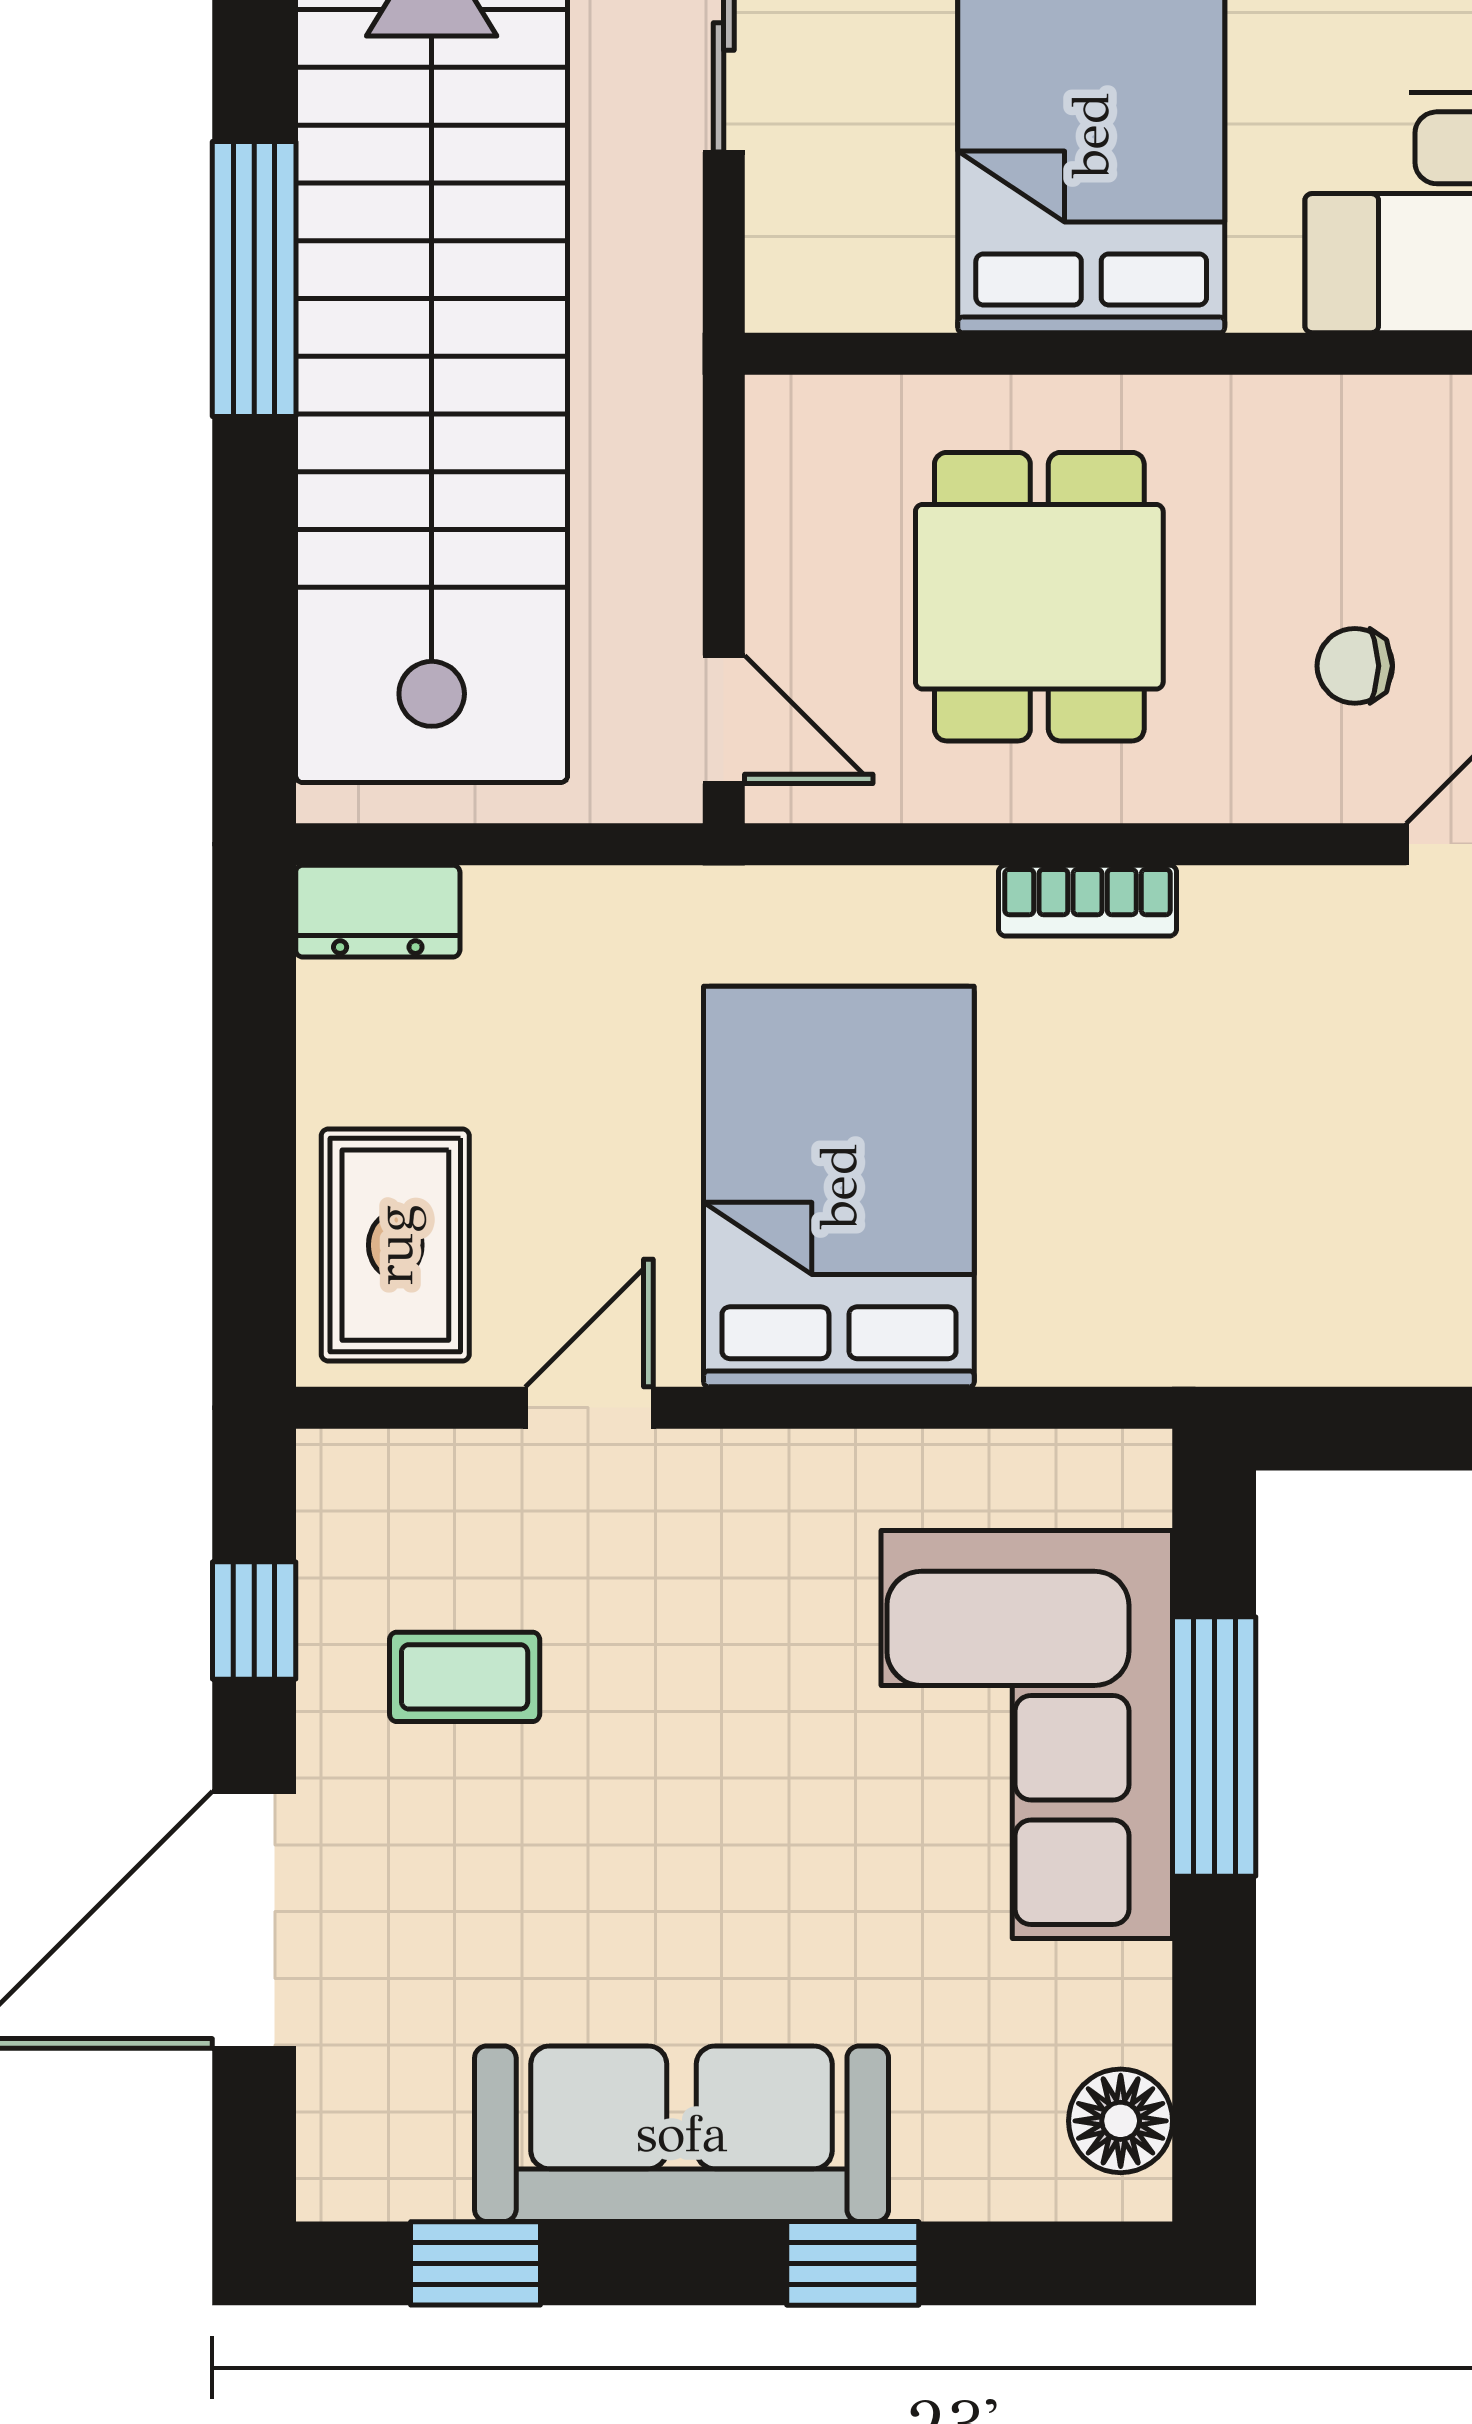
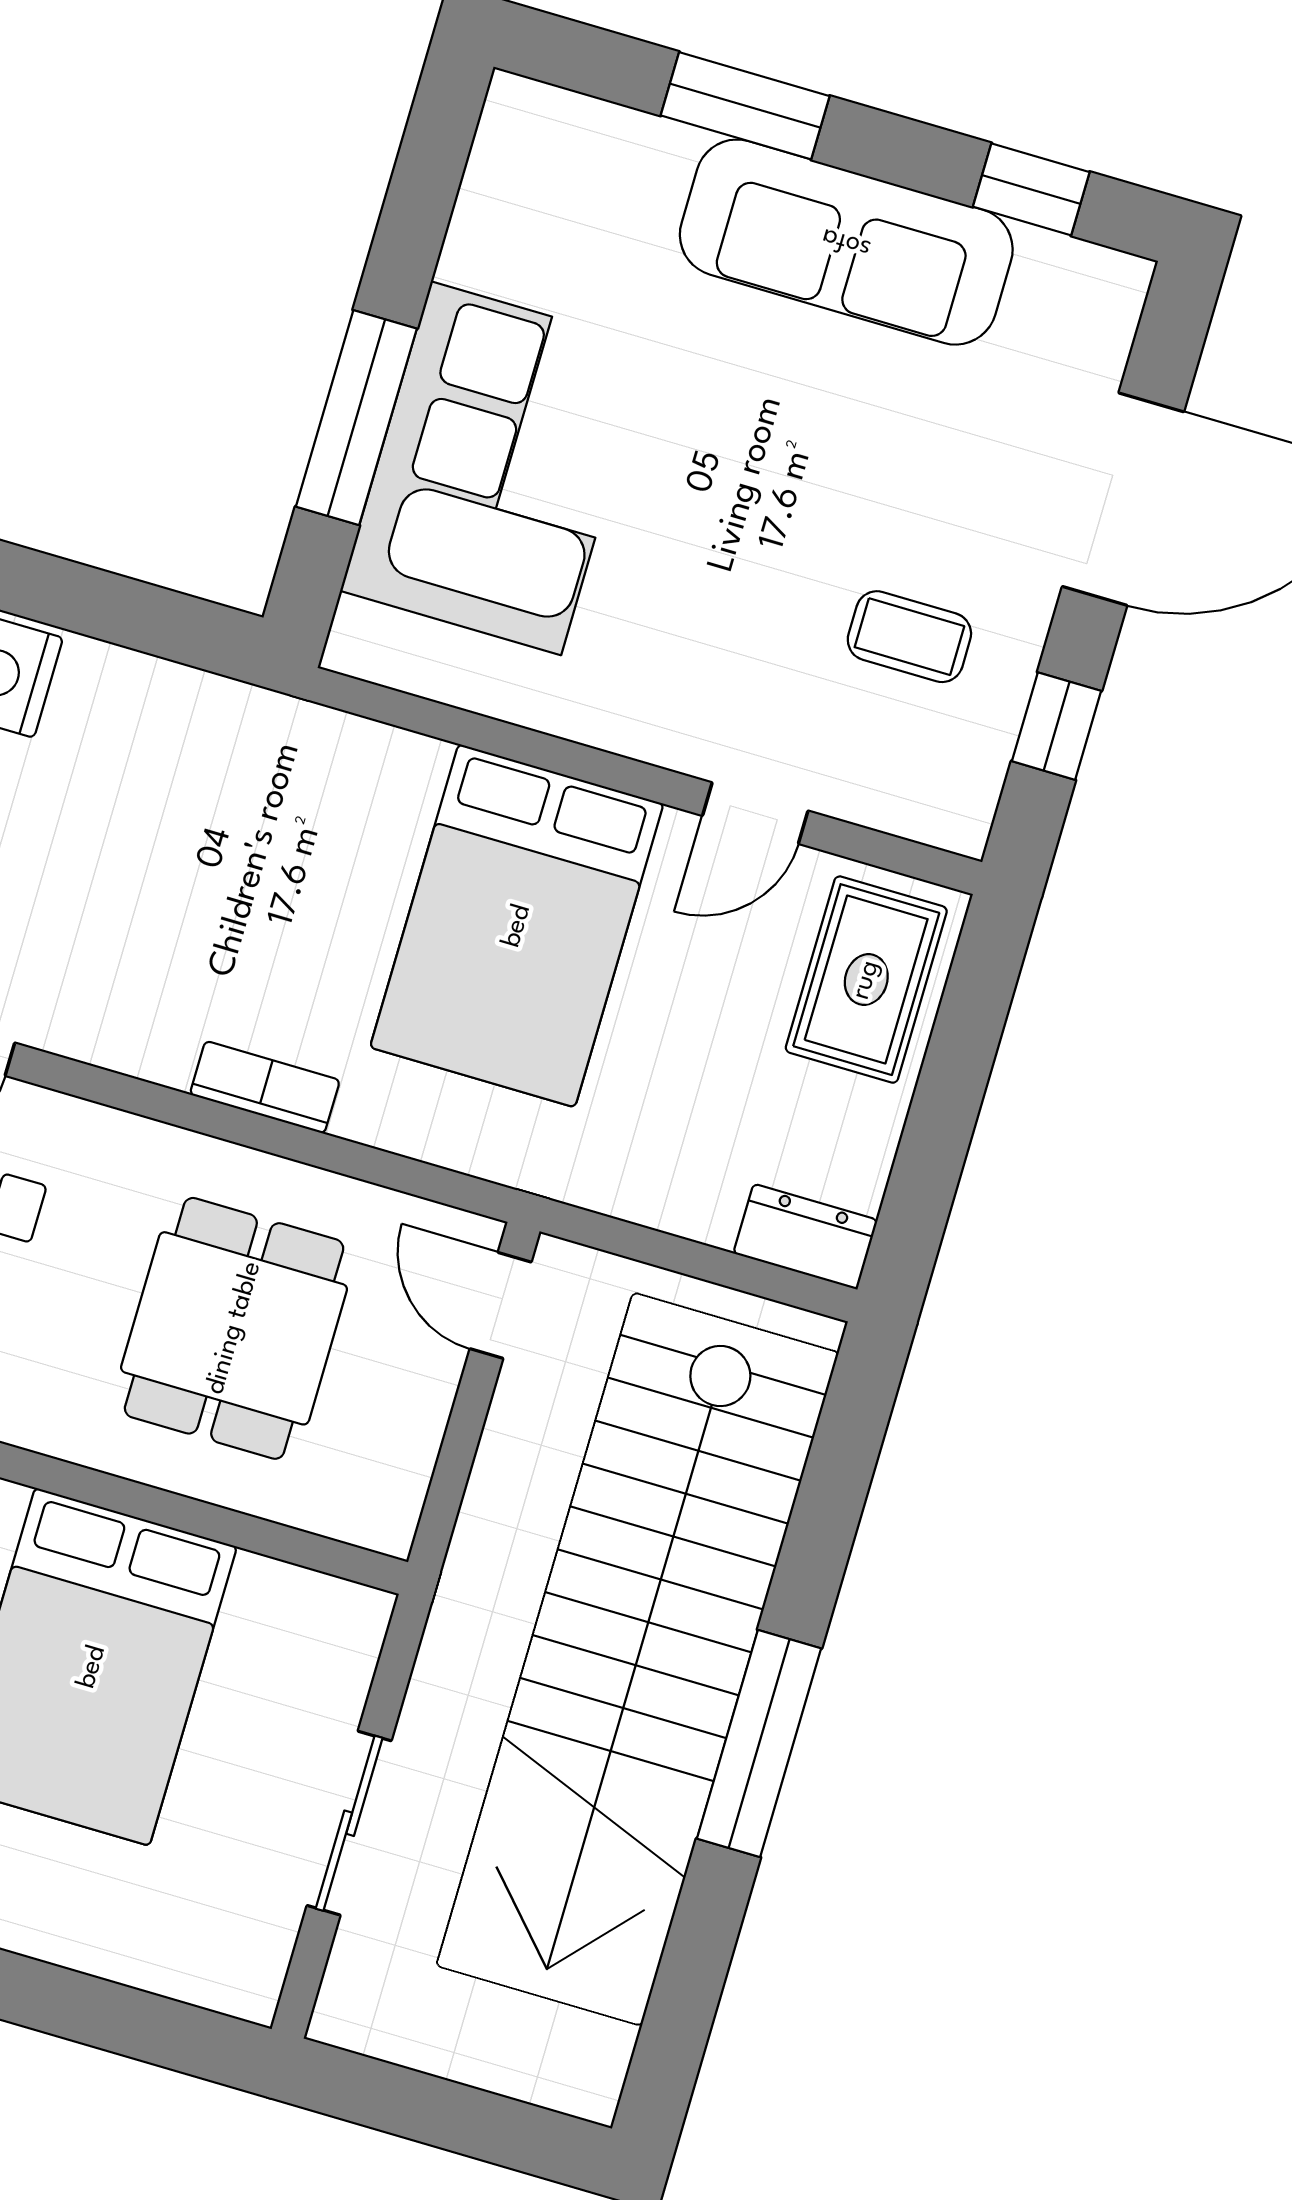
floor lamp: (1121, 2121) -> (510, 154), removed
window: (853, 2263) -> (745, 106), width x1.50

